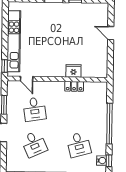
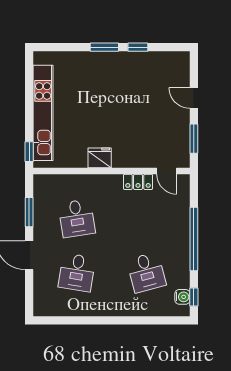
window: (110, 59) -> (194, 139), added
fridge: (73, 71) -> (100, 158), moved
door: (27, 79) -> (167, 171), moved
desk: (34, 144) -> (77, 272), turned 33

